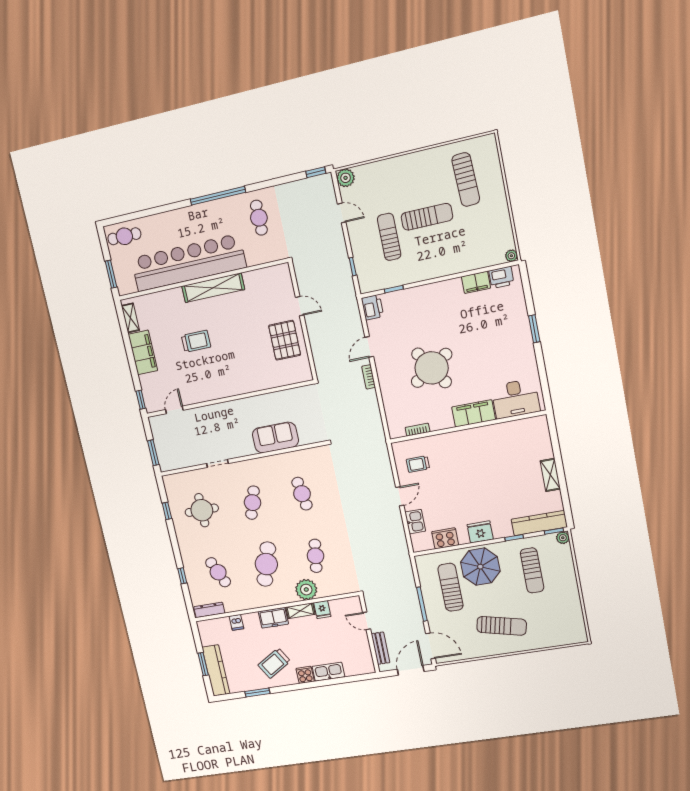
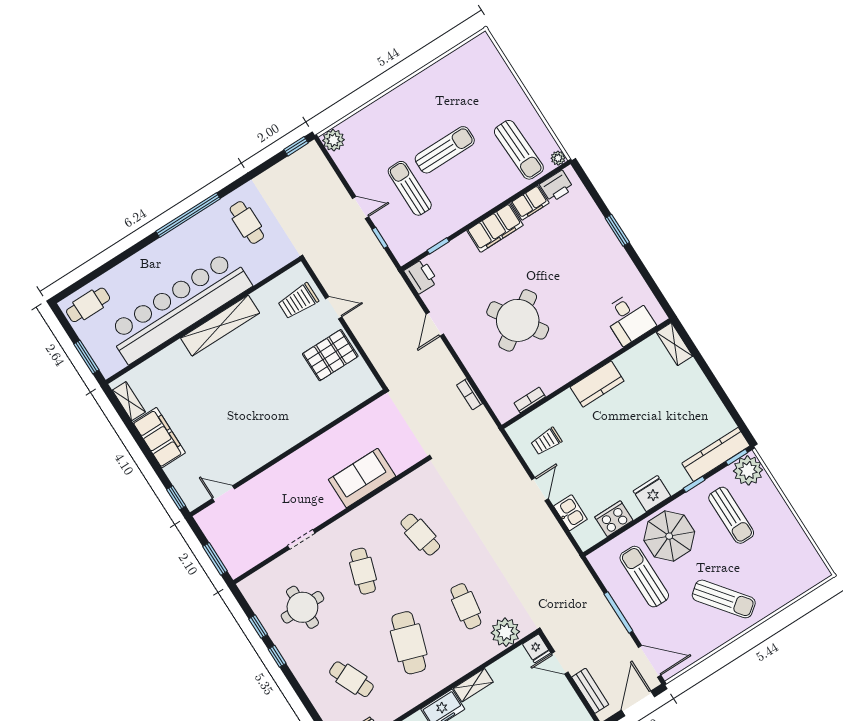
sun lounger: (466, 180) -> (519, 150), moved
door: (342, 213) -> (361, 208), moved
pallet: (285, 340) -> (330, 355), turned 90
trolley: (196, 341) -> (298, 301), moved, turned 180
bookcase: (369, 377) -> (470, 394), moved
desk: (515, 399) -> (629, 319), width x0.73
door: (174, 410) -> (224, 494), hinge flipped
filing cabinet: (474, 413) -> (495, 228), moved, turned 180
kitchen counter: (472, 438) -> (597, 384), added
shelving: (550, 475) -> (675, 344), moved
plant: (563, 538) -> (748, 470), width x1.88, depth x1.88
window: (182, 576) -> (277, 656), moved
plant: (306, 590) -> (505, 632), moved
fridge: (322, 610) -> (537, 648), moved
sun lounger: (502, 626) -> (724, 599), turned 39

